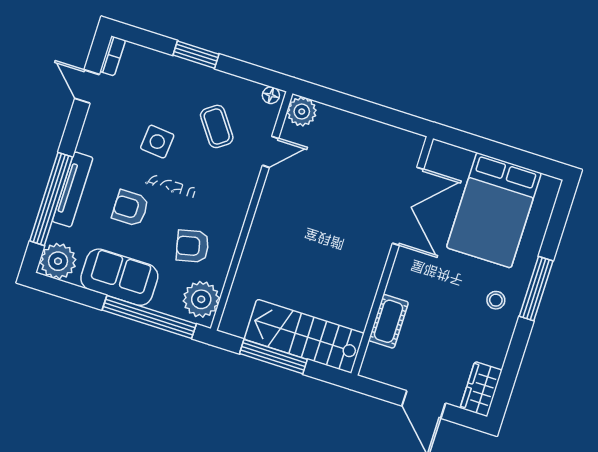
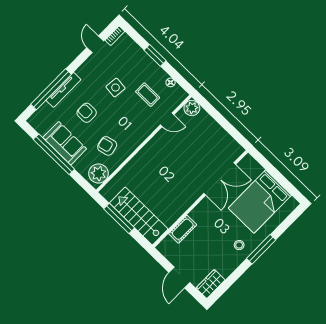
floor lamp: (271, 95) -> (171, 82), moved
coffee table: (217, 126) -> (148, 95), turned -54
plant: (58, 261) -> (39, 121), removed
window: (149, 317) -> (54, 154), moved

